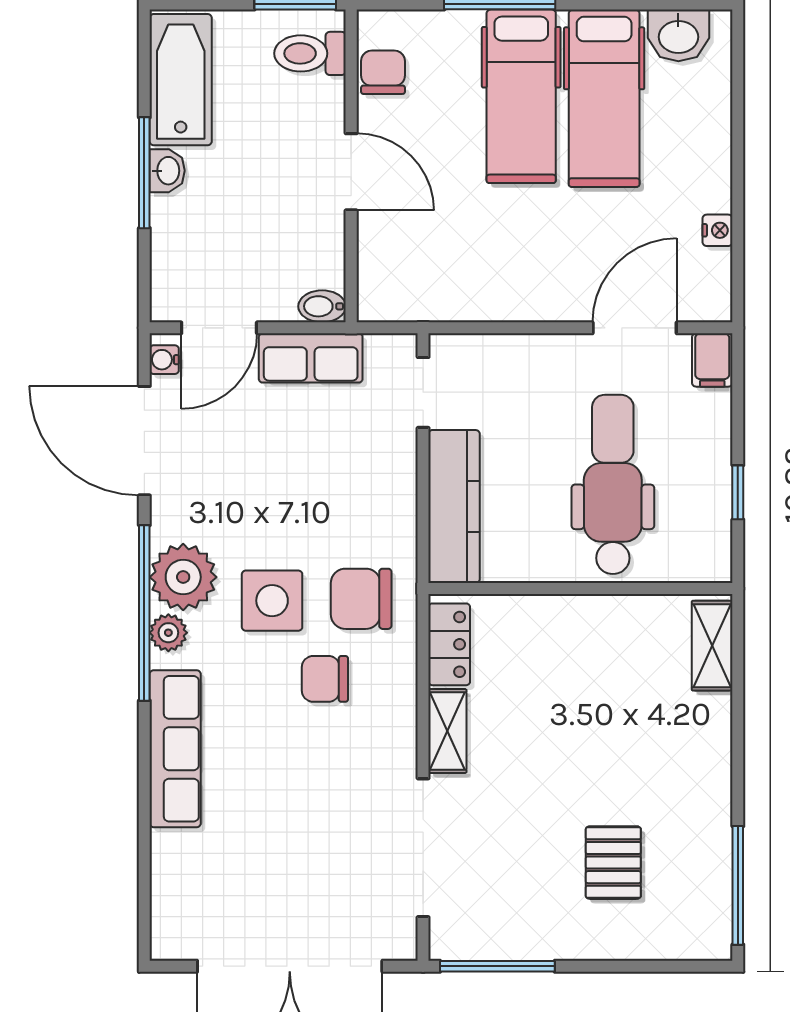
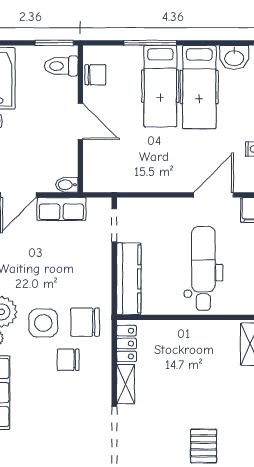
chair: (383, 72) -> (95, 75), turned 90

